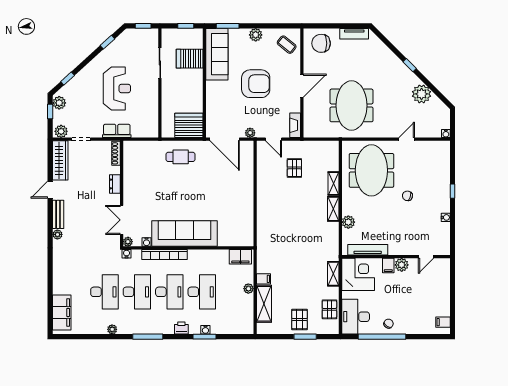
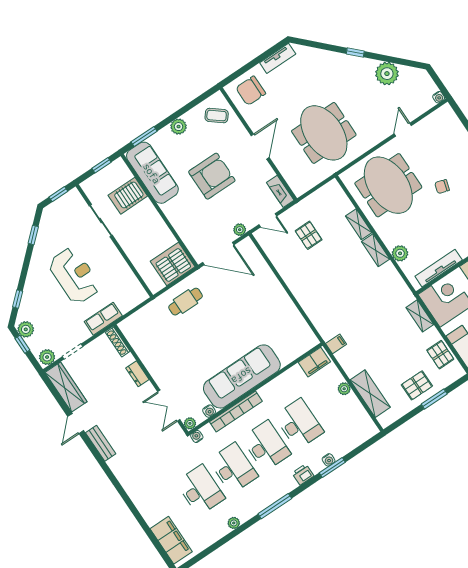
plant: (57, 234) -> (114, 464), removed
filing cabinet: (263, 279) -> (336, 344), moved
pallet: (299, 320) -> (417, 385), turned 90

